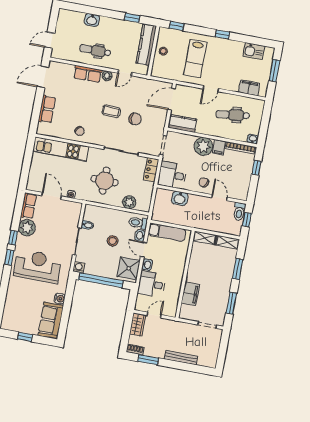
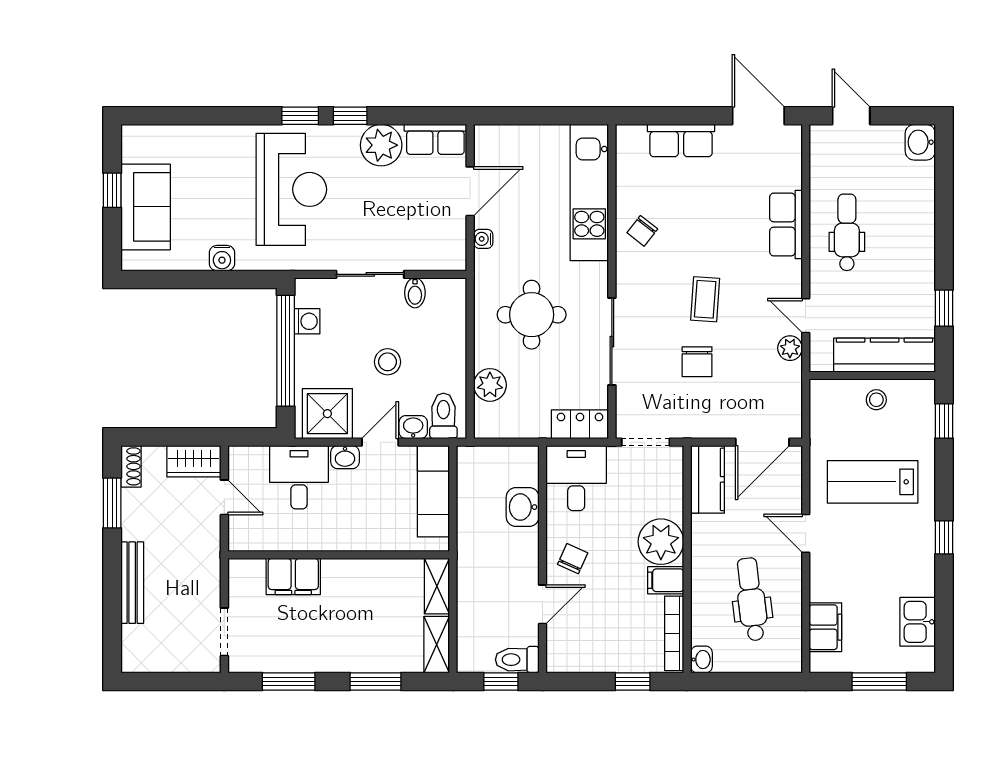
washbasin: (92, 20) -> (920, 142), moved
plant: (107, 76) -> (790, 348), moved
door: (172, 99) -> (762, 442), swing flipped
washing machine: (79, 267) -> (307, 321), moved
sofa: (51, 320) -> (146, 207), moved, turned 90

